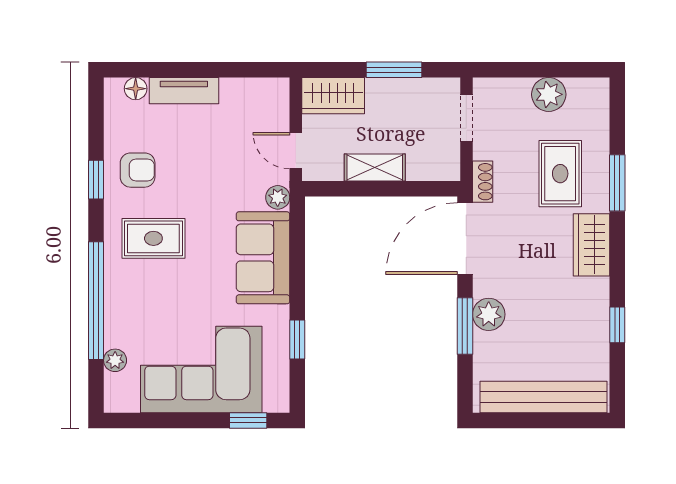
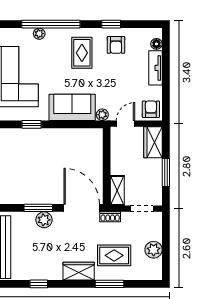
armchair: (267, 100) -> (151, 109), added
shelving: (375, 167) -> (117, 191), moved
plant: (115, 360) -> (39, 34), moved

